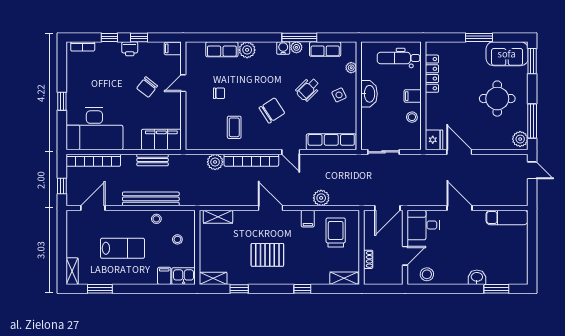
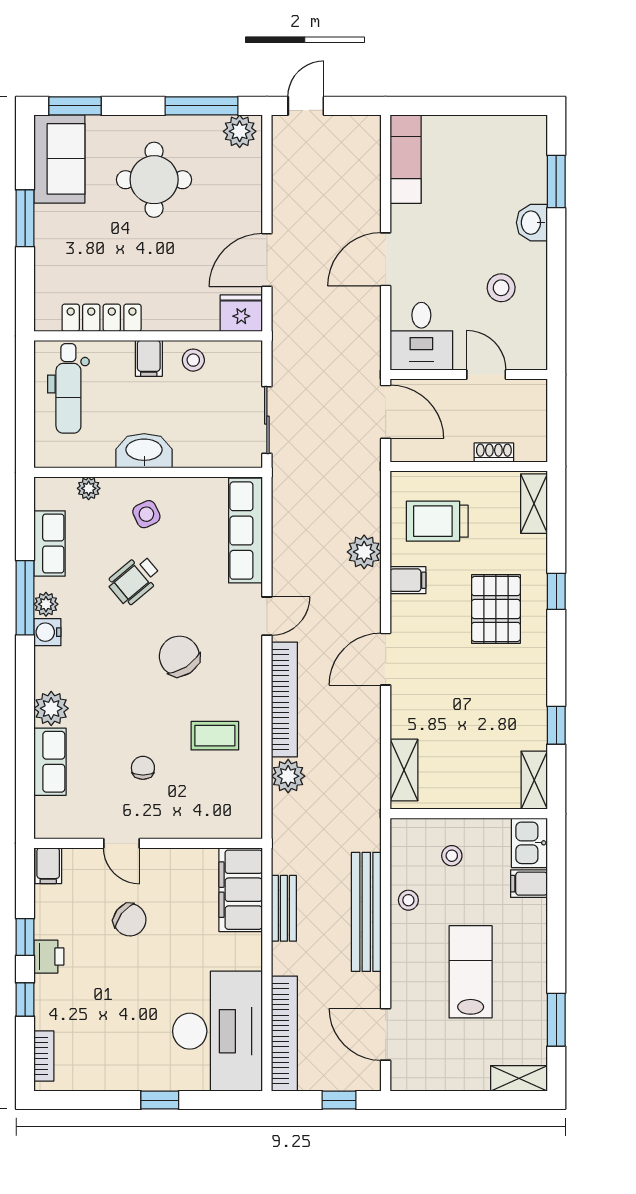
wheelchair: (308, 89) -> (134, 580), turned 95
pallet: (267, 255) -> (496, 609), moved
stool: (427, 274) -> (501, 288), moved

